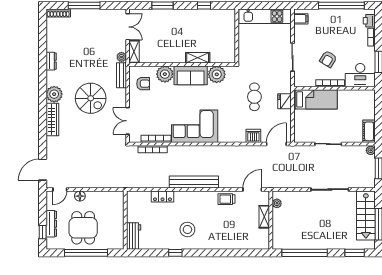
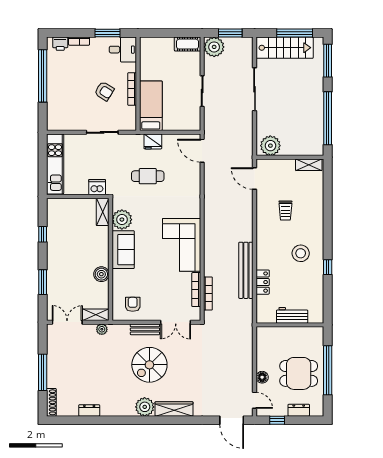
filing cabinet: (301, 19) -> (58, 123), removed
boiler: (169, 57) -> (101, 274), added
shelving: (198, 58) -> (103, 212), moved
dresser: (51, 61) -> (89, 410), moved
plant: (165, 74) -> (122, 279), removed
bench: (121, 75) -> (145, 329), moved
desk: (360, 75) -> (123, 50), width x0.73
spiral stairs: (91, 98) -> (149, 365), turned 180
dishwasher: (253, 136) -> (97, 187), moved, turned 90
plant: (371, 150) -> (214, 47), width x1.88, depth x1.88
bench: (194, 182) -> (246, 270), moved
trolley: (226, 199) -> (285, 210), moved
plant: (277, 203) -> (270, 146), width x1.87, depth x1.87
shelving: (264, 217) -> (309, 165), moved
dresser: (51, 224) -> (299, 410), width x0.70
window: (43, 232) -> (277, 420), moved
workbench: (134, 236) -> (292, 315), moved
window: (355, 253) -> (328, 61), width x1.44

